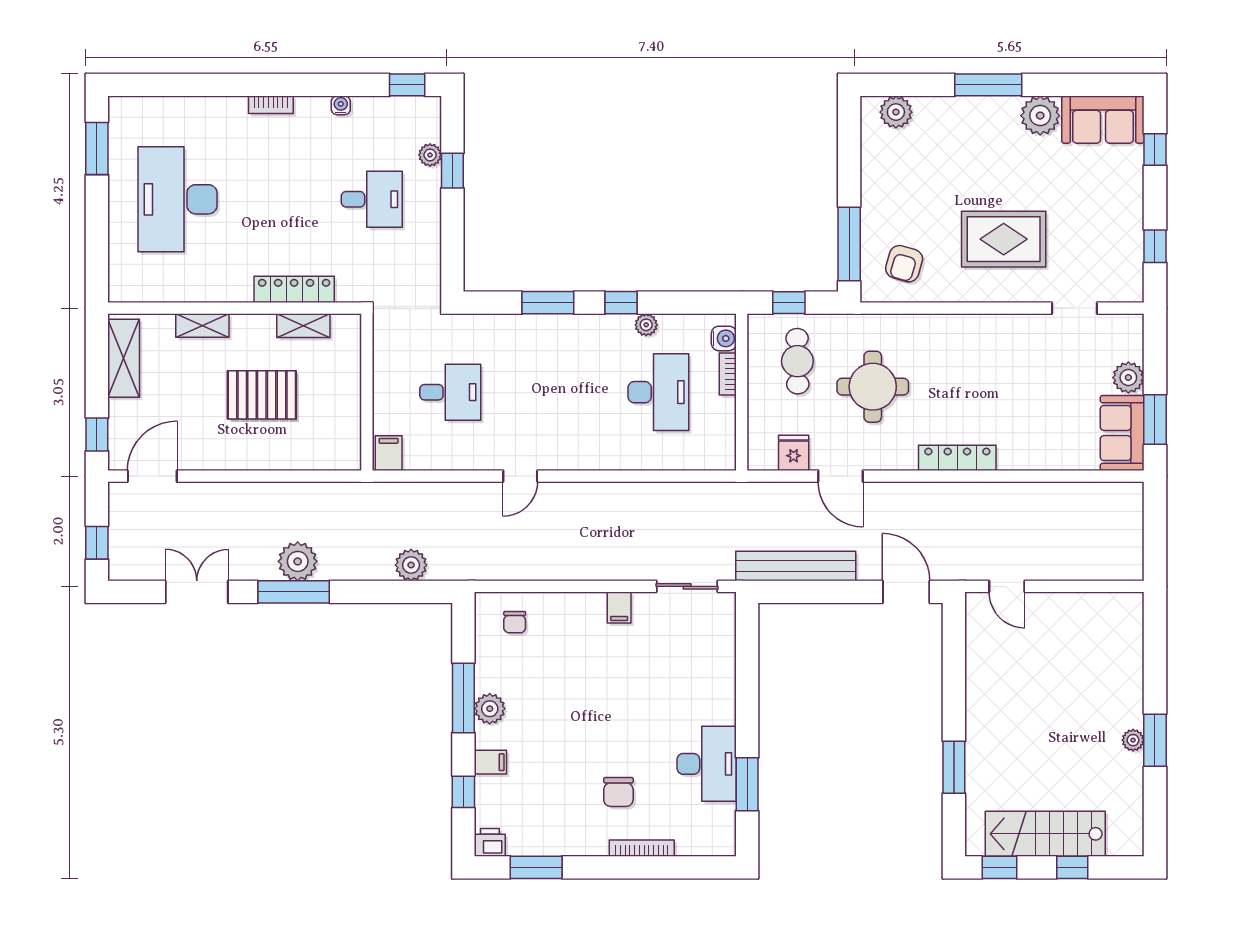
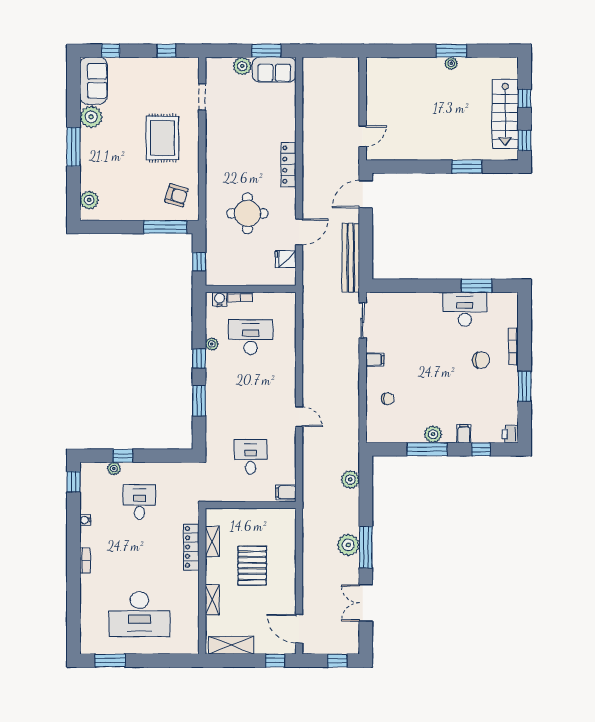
cafe table: (797, 361) -> (233, 257), removed
chair: (515, 622) -> (388, 399), moved
window: (536, 867) -> (525, 386), moved

